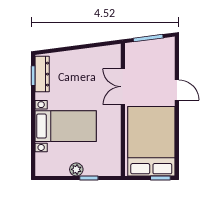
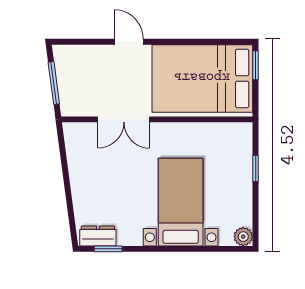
dresser: (42, 74) -> (98, 236), width x0.70
door: (177, 90) -> (129, 42), hinge flipped
plant: (76, 169) -> (243, 237), moved

